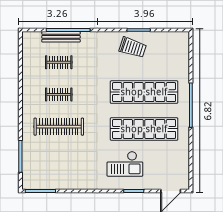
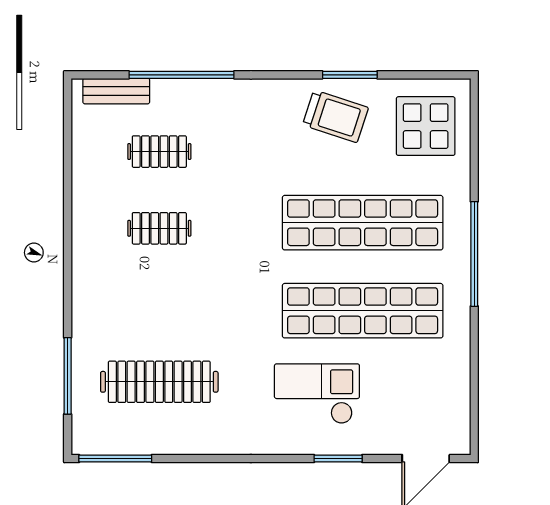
bench: (61, 37) -> (116, 91), moved, width x0.73
display table: (171, 52) -> (426, 126), added
clothes rail: (59, 127) -> (159, 382), moved
checkout: (125, 164) -> (317, 394), turned 180

